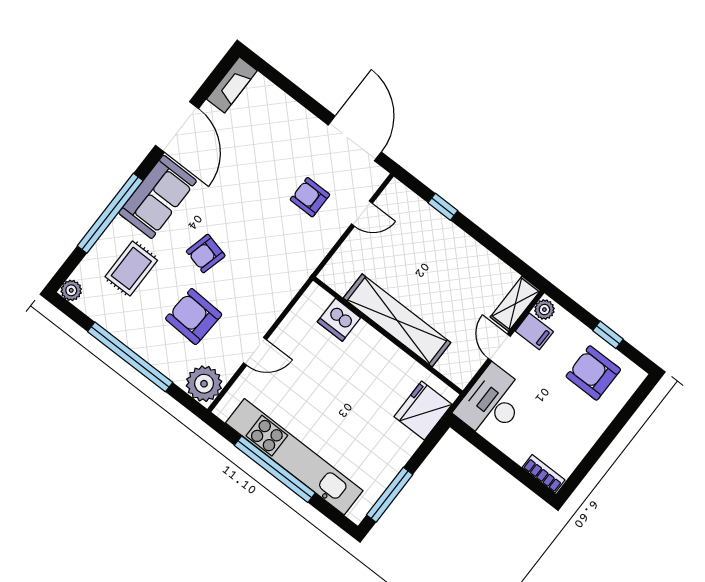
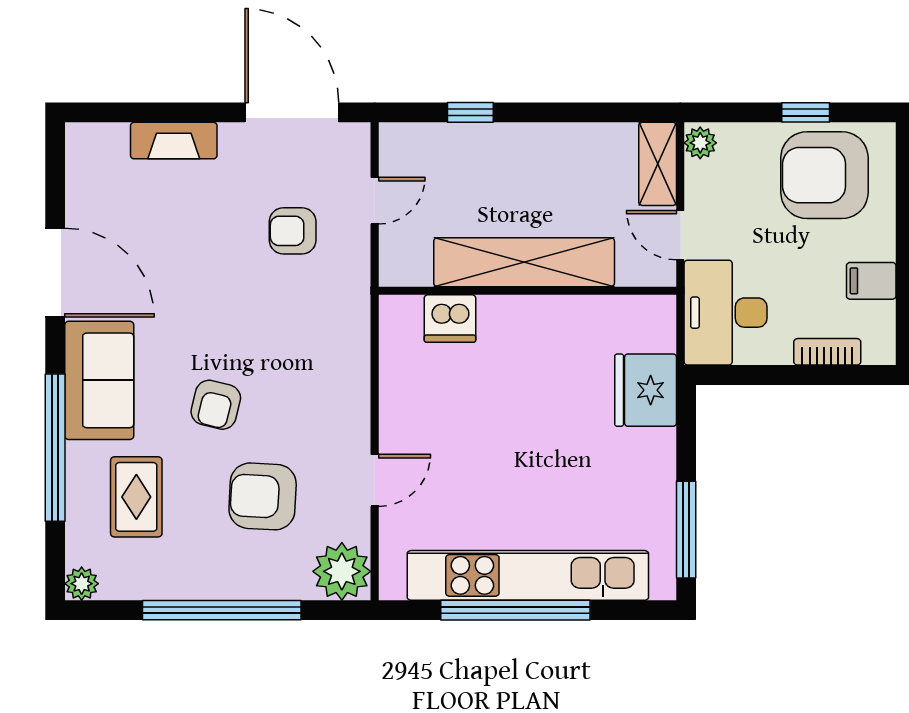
fireplace: (232, 85) -> (174, 141), moved, turned 90
dishwasher: (339, 320) -> (450, 319), moved
shelving: (397, 320) -> (524, 262), moved
filing cabinet: (534, 331) -> (871, 281), moved, turned 180
wall: (388, 336) -> (527, 291), moved
armchair: (593, 373) -> (824, 175), width x1.36, depth x1.36
bookcase: (544, 474) -> (827, 352), moved

